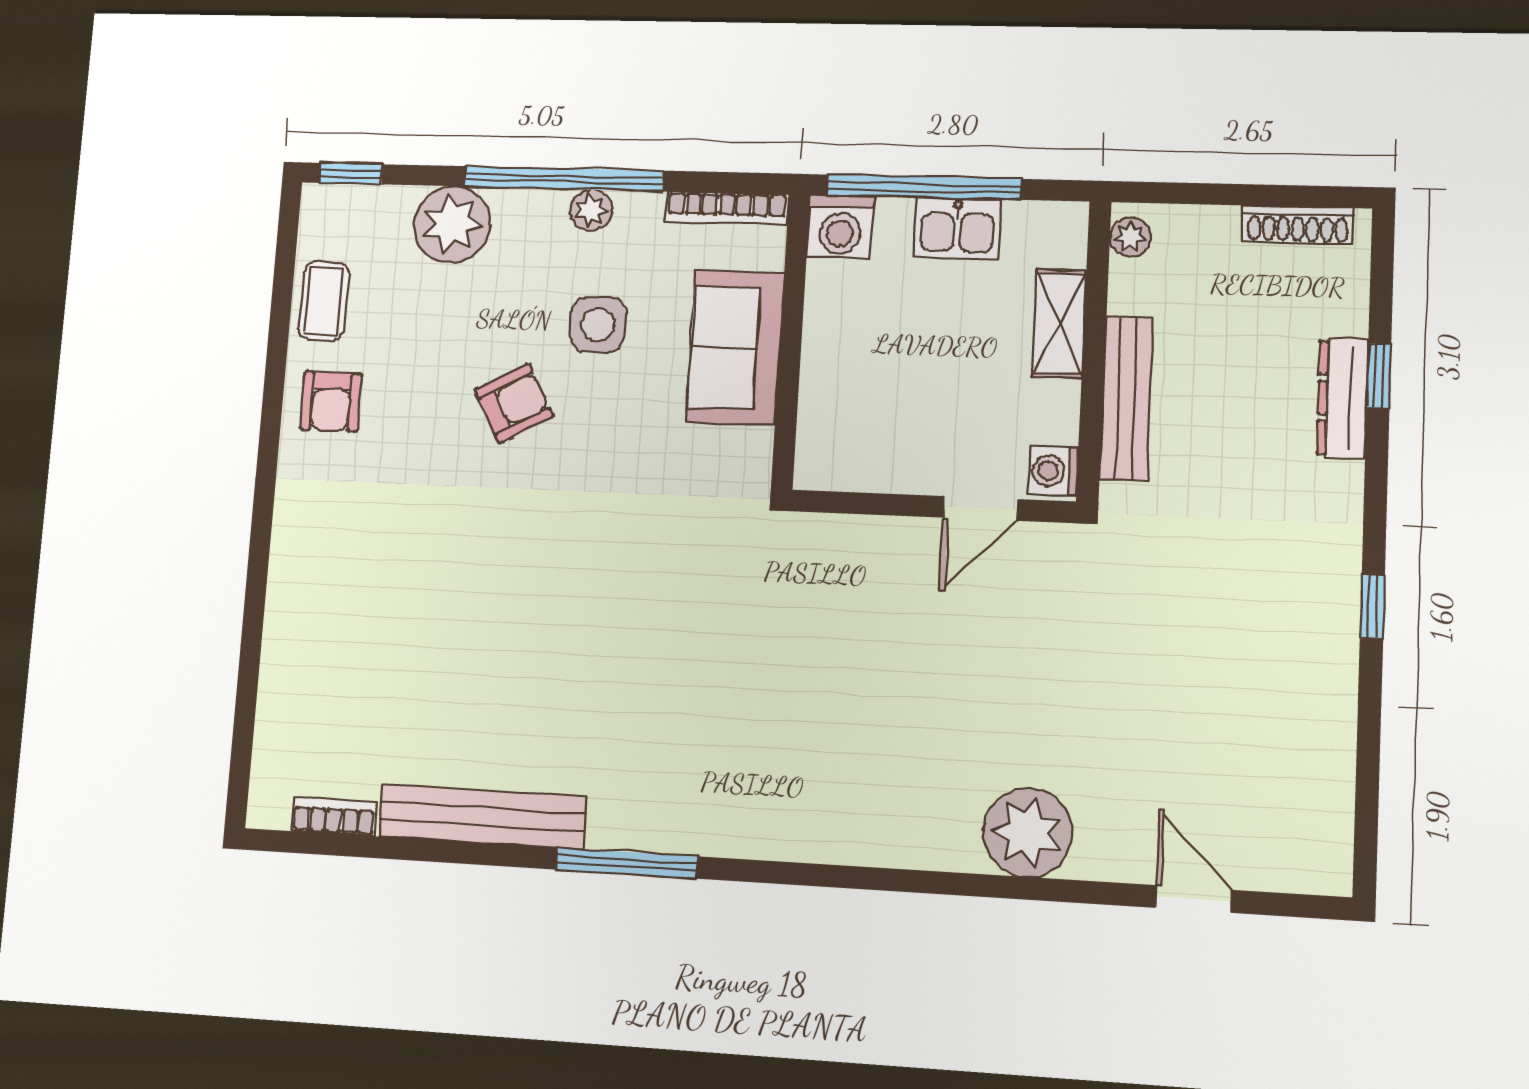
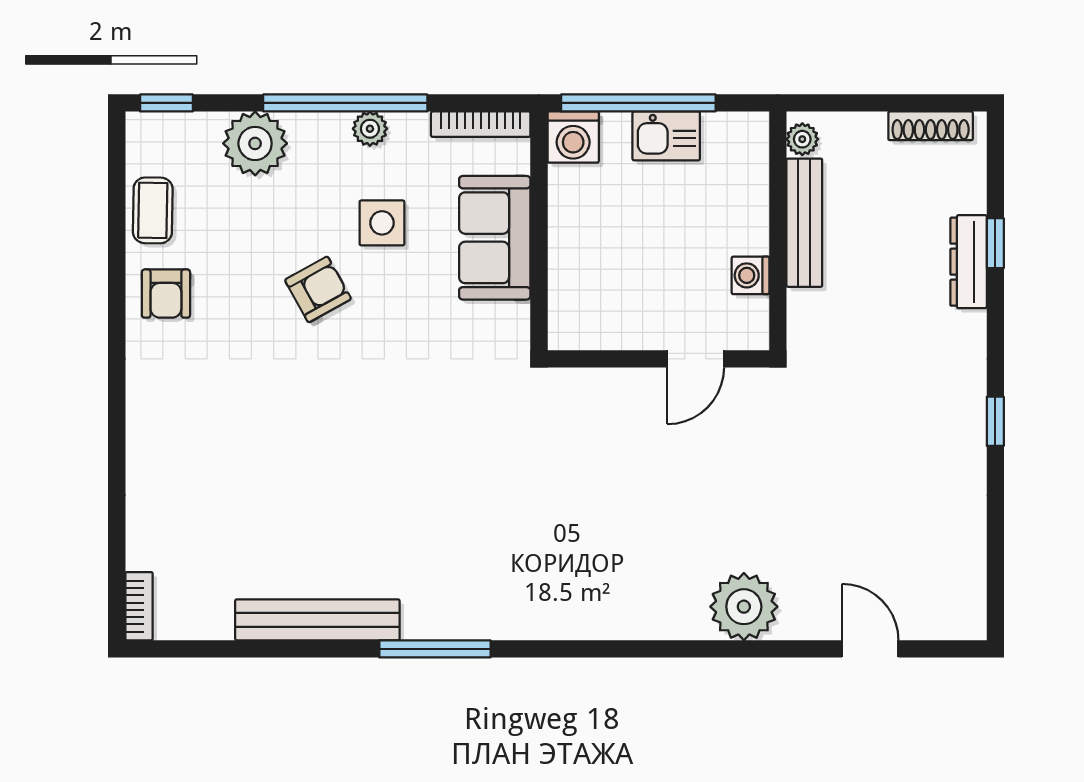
shelving: (1059, 324) -> (750, 210), removed
bench: (1126, 399) -> (804, 223), moved
washing machine: (1053, 471) -> (750, 275), moved
bookcase: (334, 816) -> (139, 606), moved, turned 90

